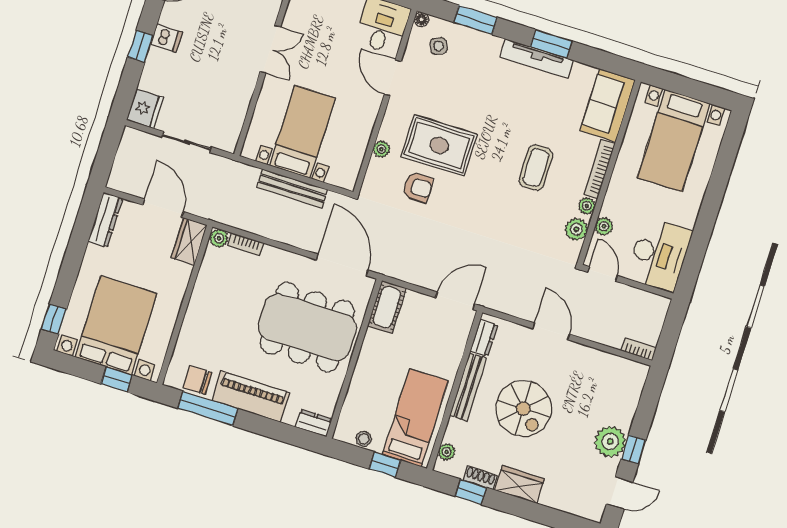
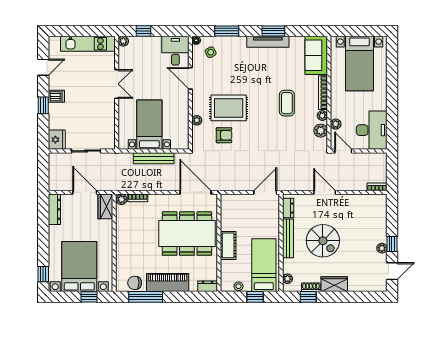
cot: (387, 307) -> (228, 245), moved
plant: (610, 442) -> (382, 248), width x0.53, depth x0.53

